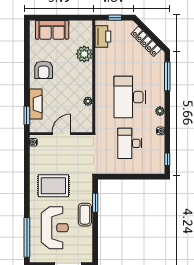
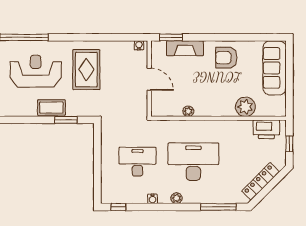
sofa: (52, 30) -> (275, 68), width x1.36
reception desk: (55, 228) -> (36, 71), turned 180

